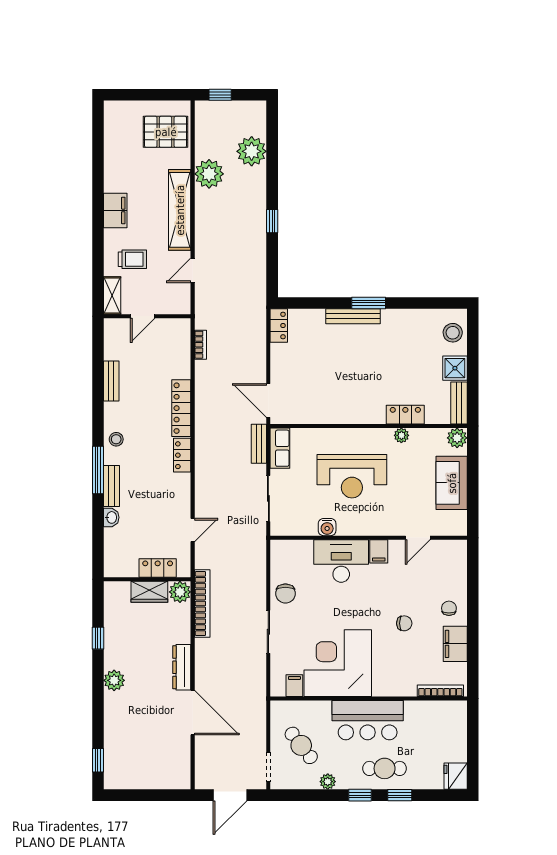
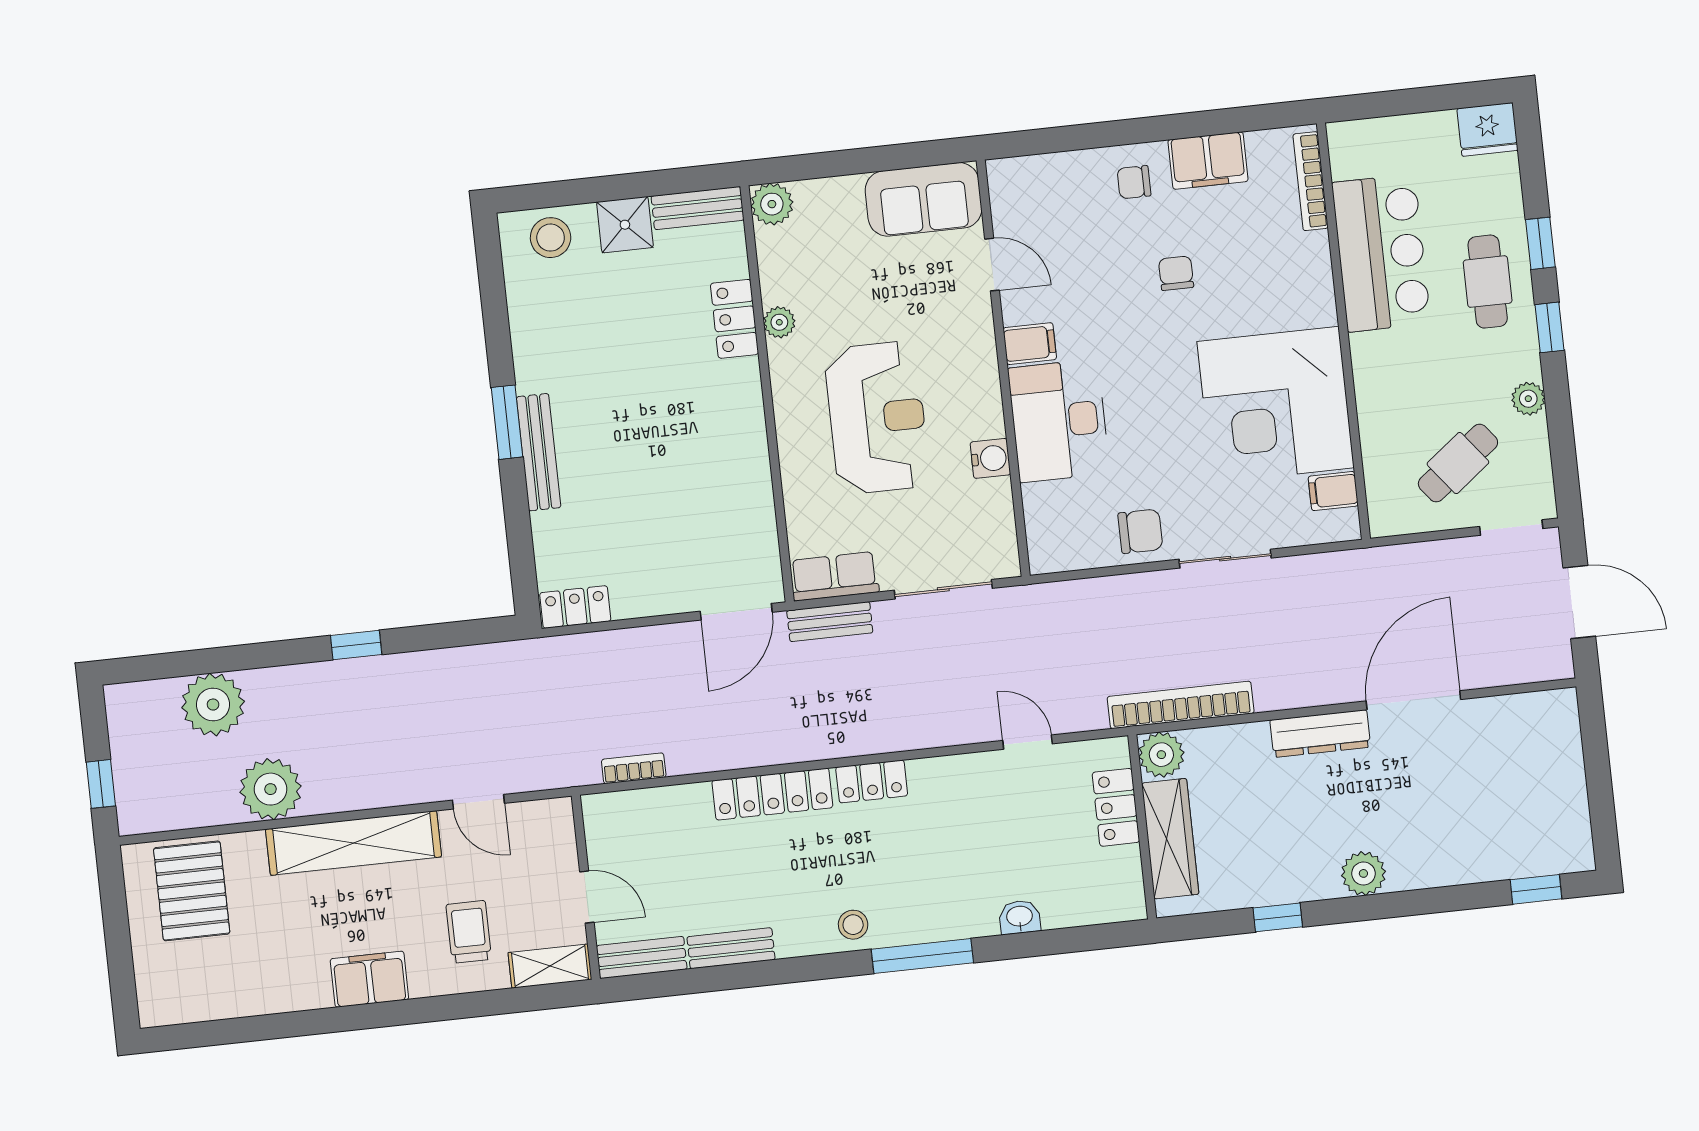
sofa: (452, 483) -> (923, 199), moved
bench: (112, 486) -> (642, 957), moved
wardrobe: (149, 592) -> (1170, 839), width x1.50
bar counter: (368, 720) -> (1381, 253), moved

